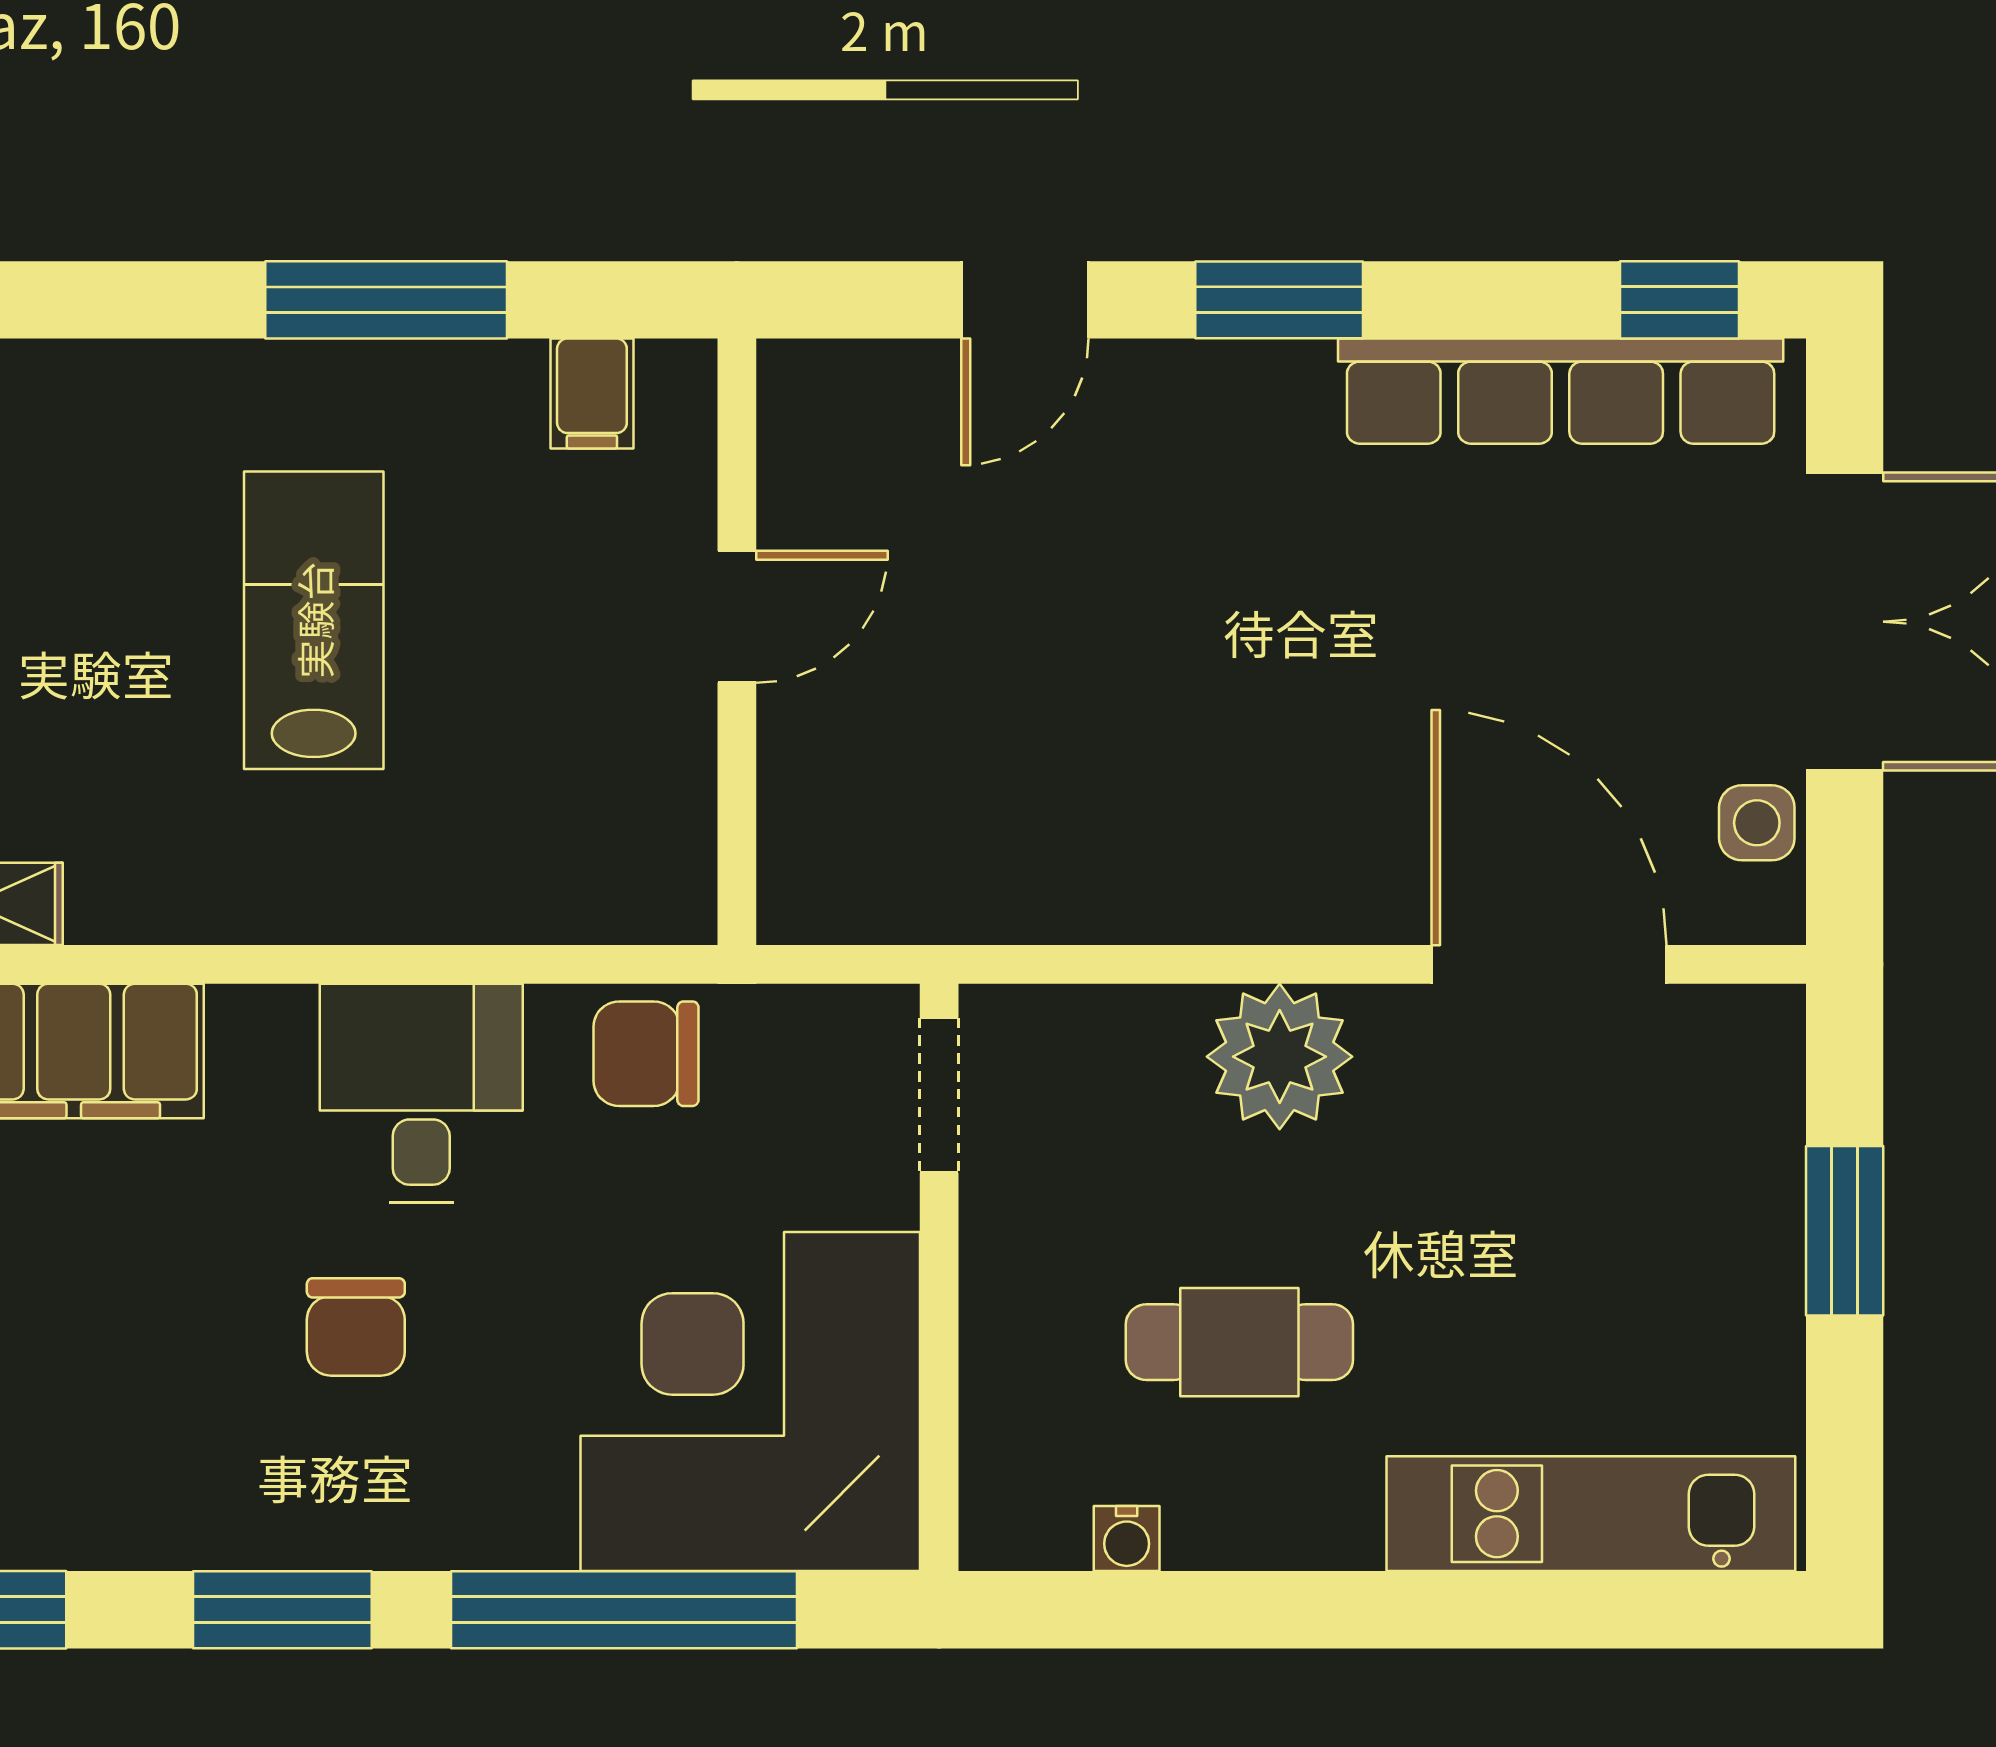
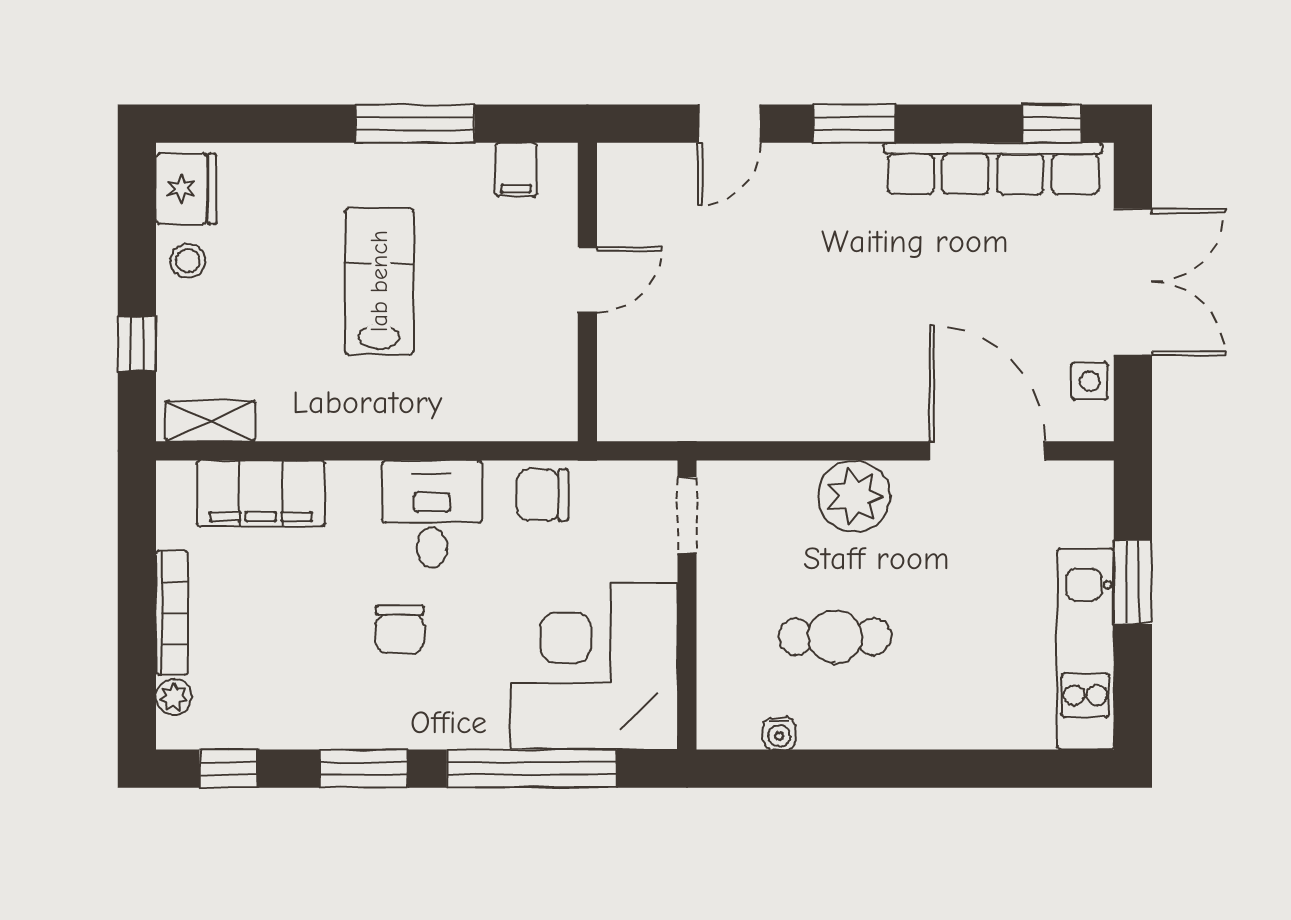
kitchen unit: (1591, 1514) -> (1085, 649), moved, turned -90

